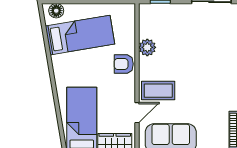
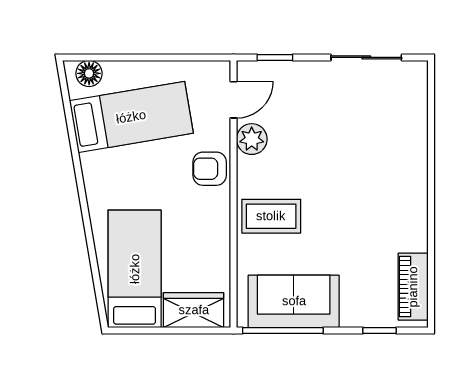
door: (137, 113) -> (233, 100), moved

